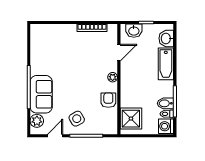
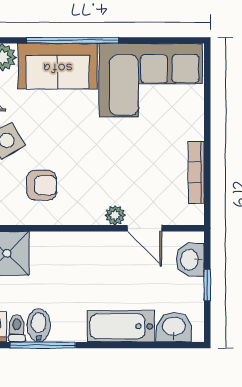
corner sofa: (48, 50) -> (151, 80), added
plant: (113, 77) -> (115, 215), moved
armchair: (108, 100) -> (42, 185), moved

